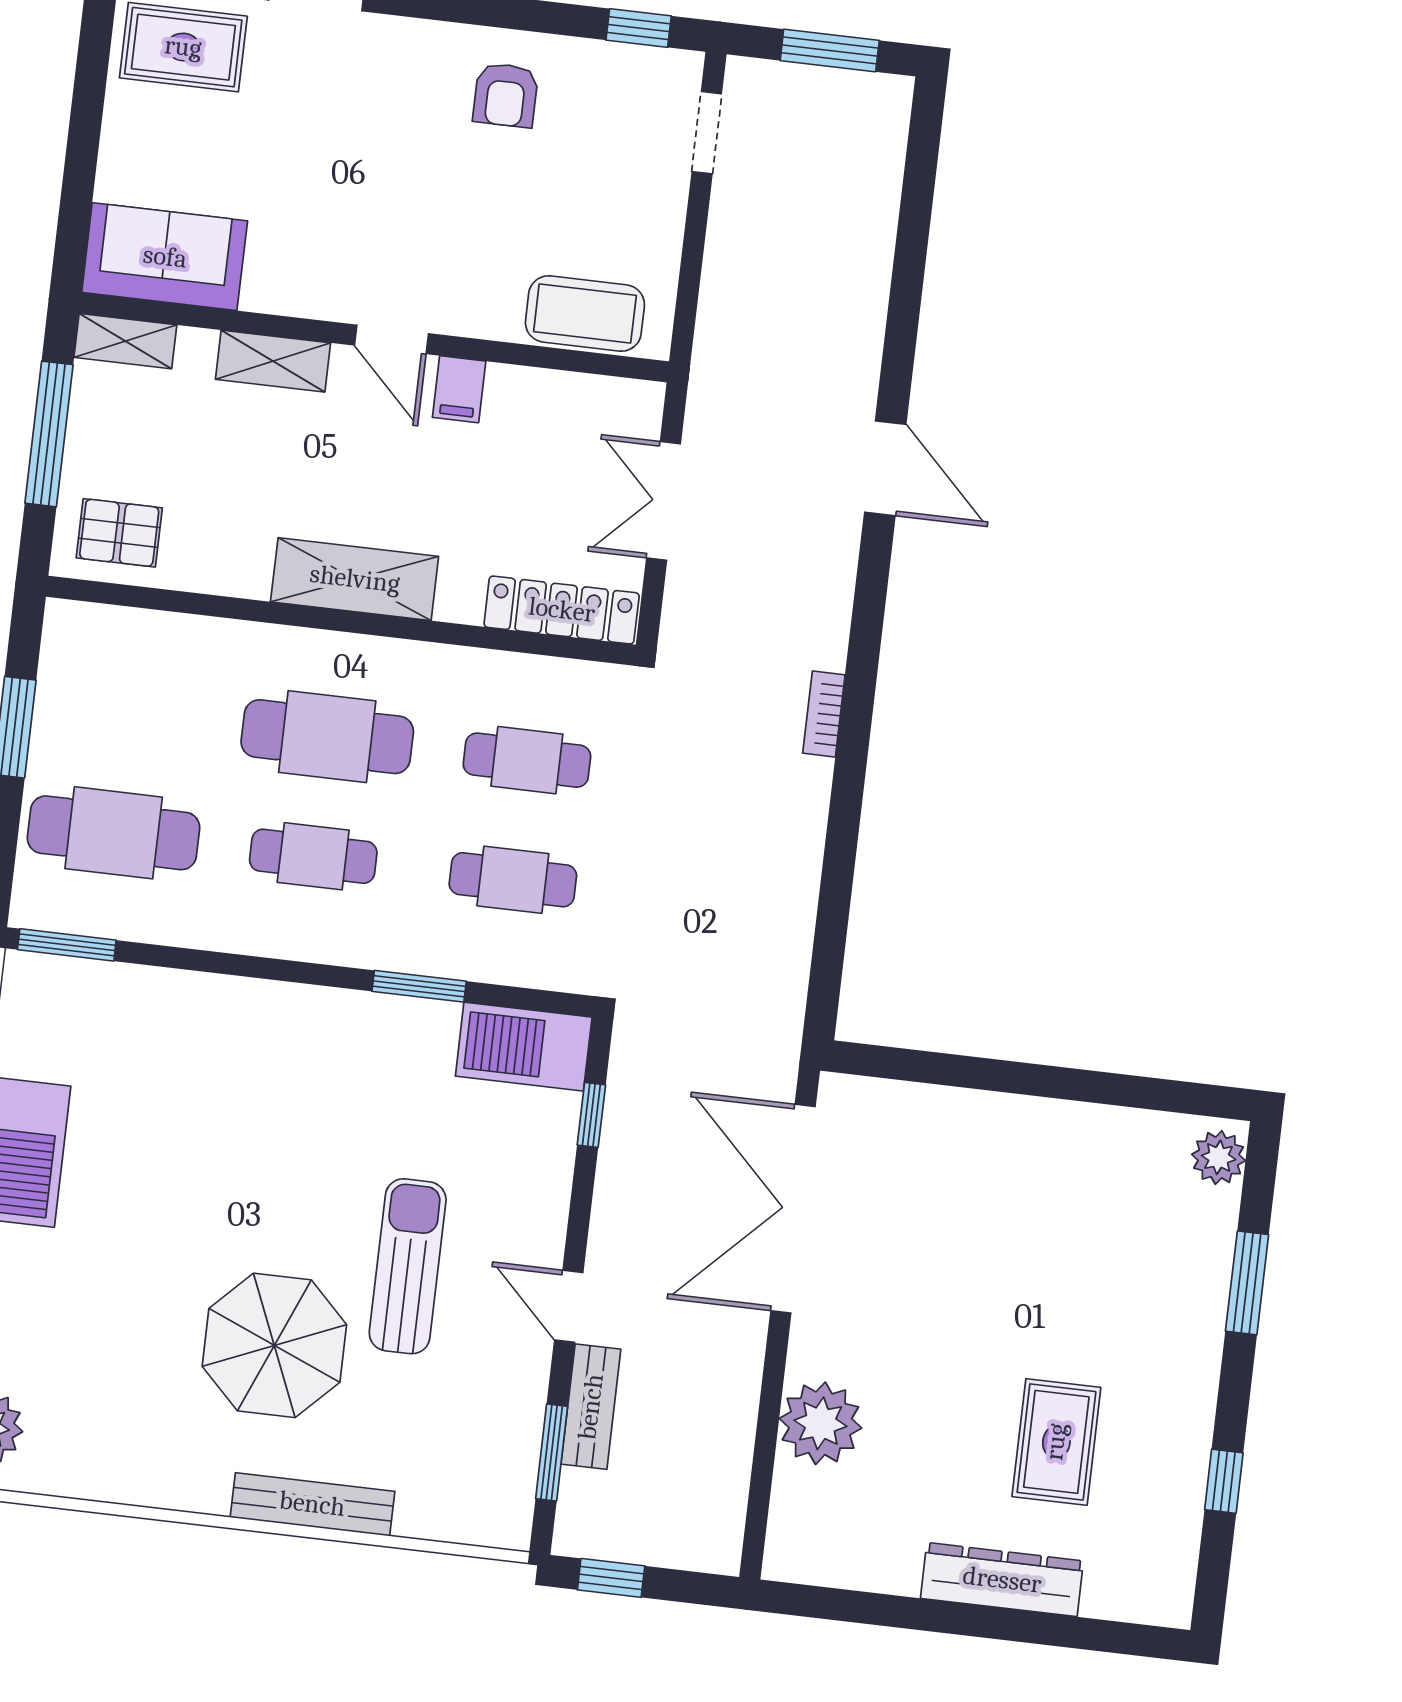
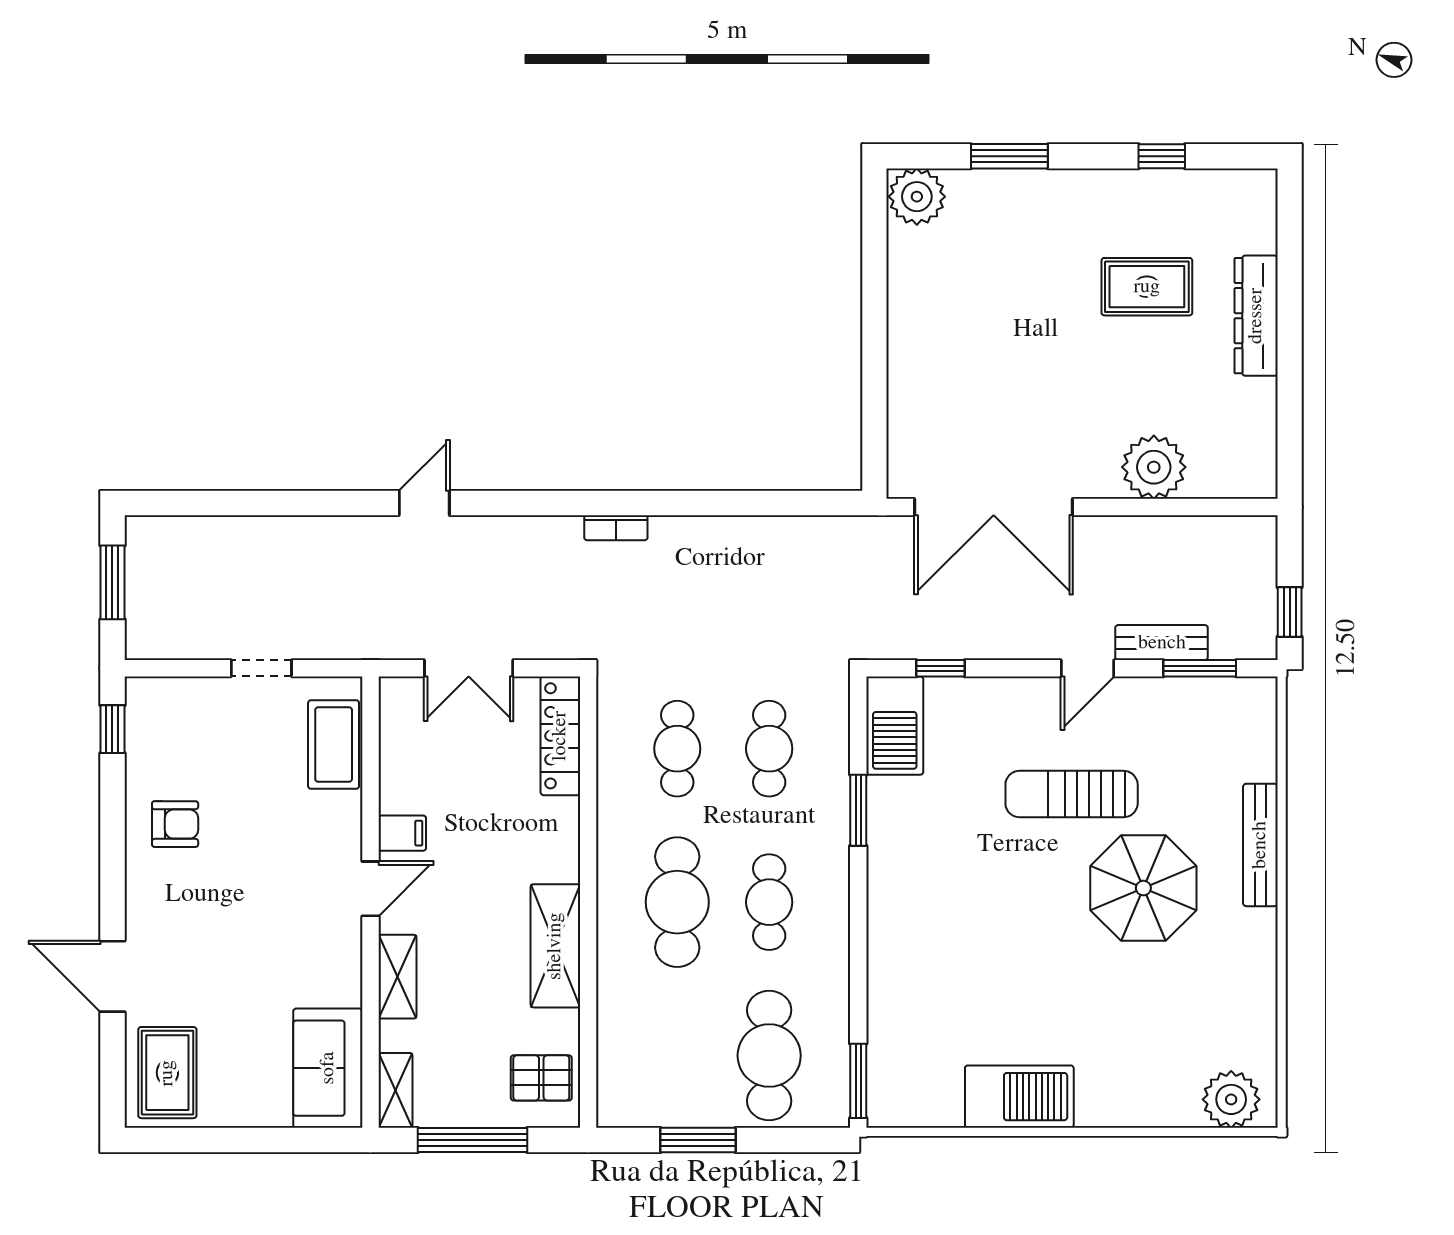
doorway: (707, 133) -> (261, 668), moved
door: (885, 468) -> (424, 503), width x0.73
pallet: (119, 533) -> (541, 1078), turned 90
shelving: (355, 579) -> (555, 946), moved
plant: (1219, 1157) -> (917, 197), width x1.36, depth x1.36

